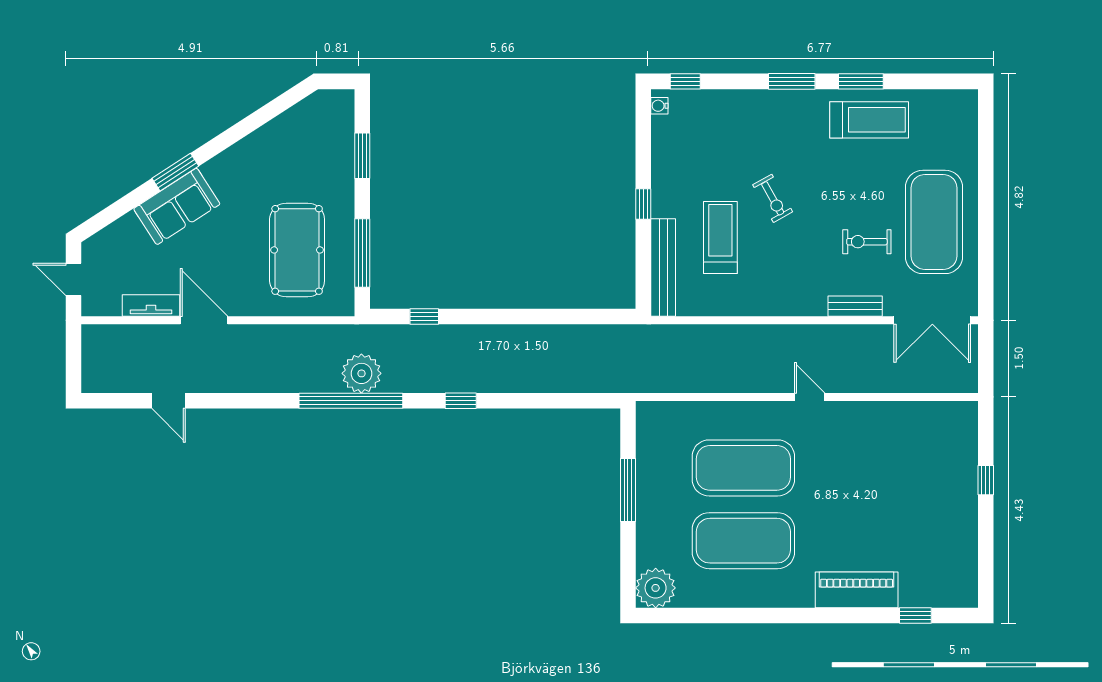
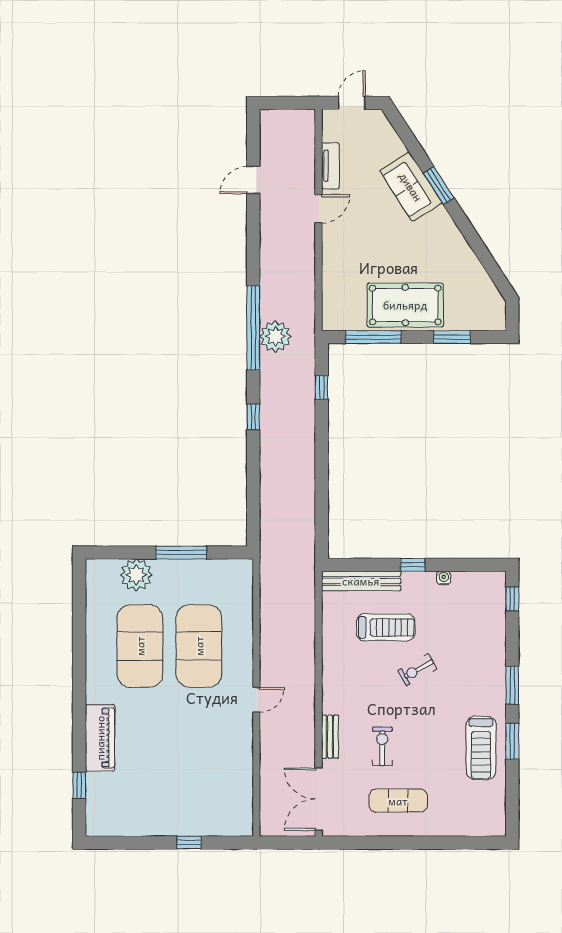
water cooler: (659, 106) -> (444, 578), moved
exercise mat: (934, 222) -> (398, 801), width x0.50, depth x0.69
pool table: (297, 250) -> (405, 305), moved
door: (204, 320) -> (319, 209), width x0.73
plant: (656, 588) -> (136, 575), moved

